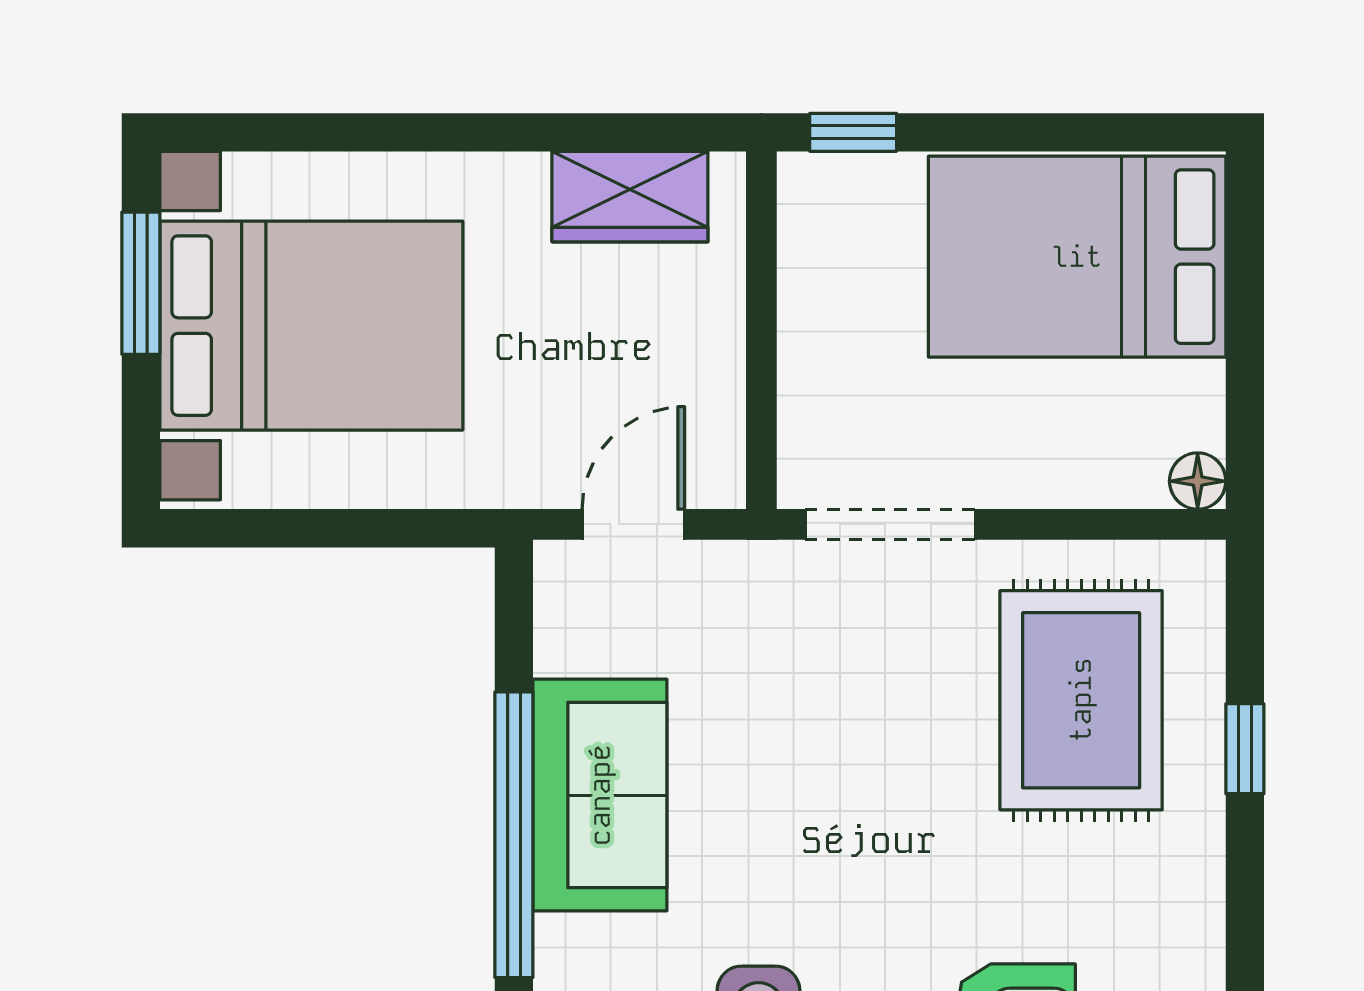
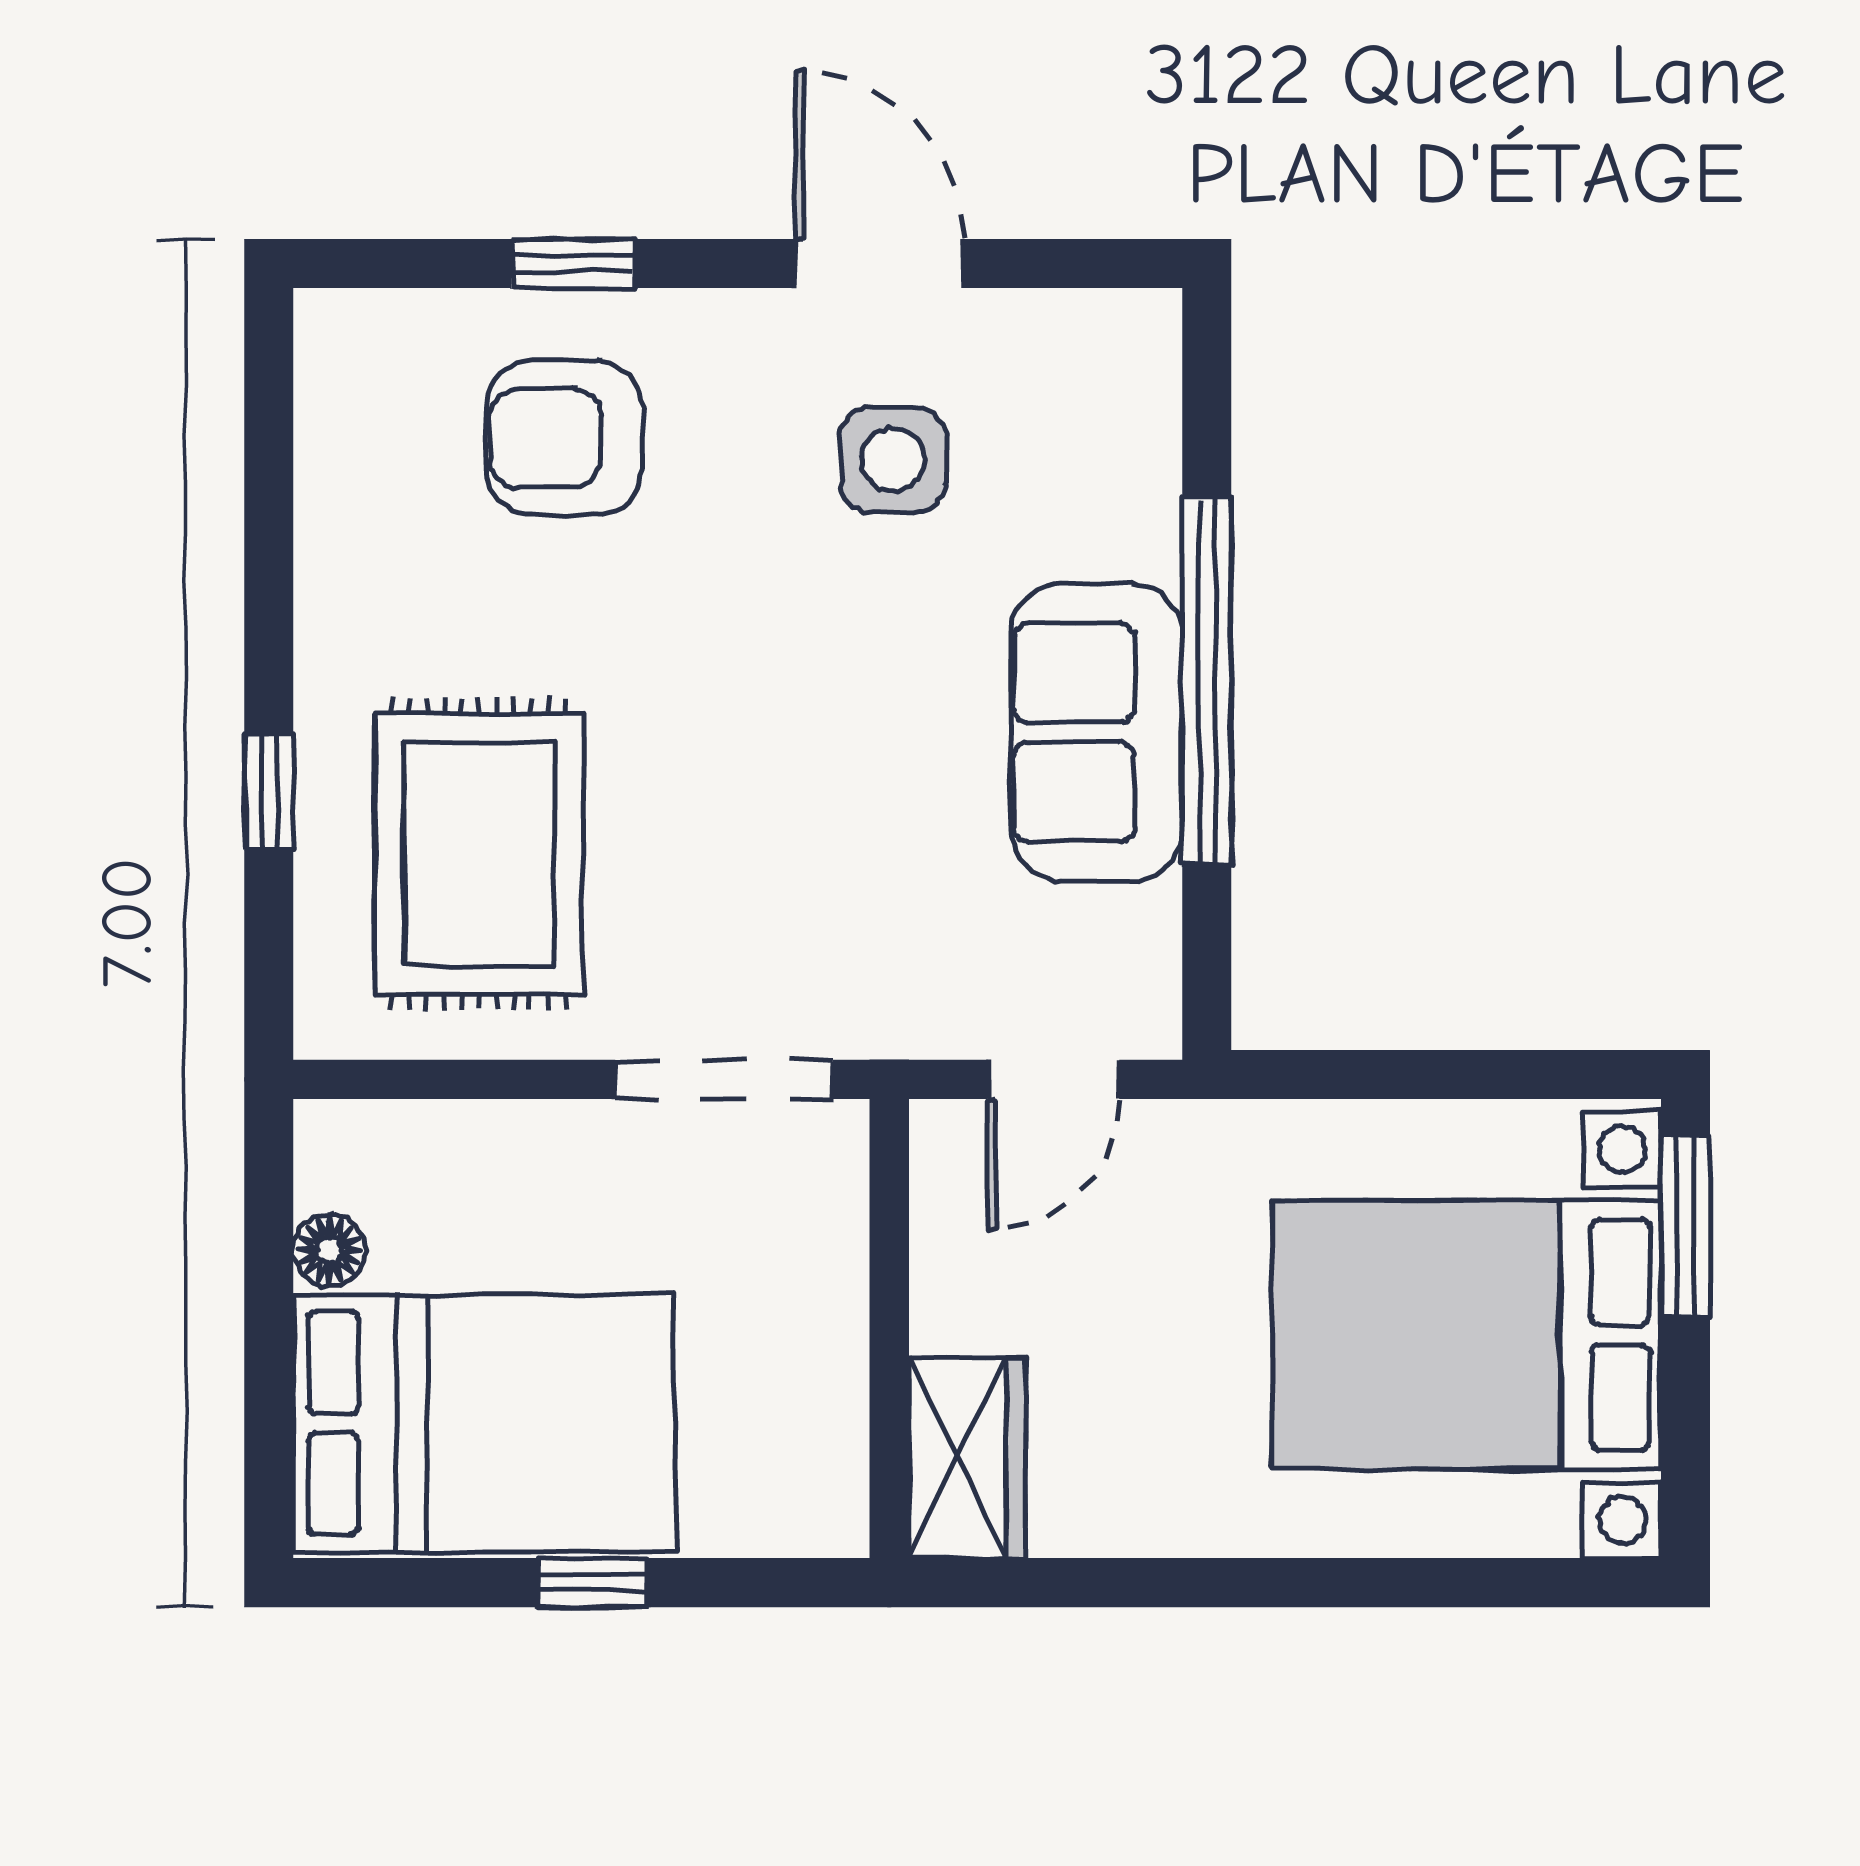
window: (853, 132) -> (592, 1583), moved
wardrobe: (630, 197) -> (967, 1458), moved, turned 90
window: (141, 283) -> (1686, 1225), moved
floor lamp: (1198, 481) -> (329, 1250), moved

